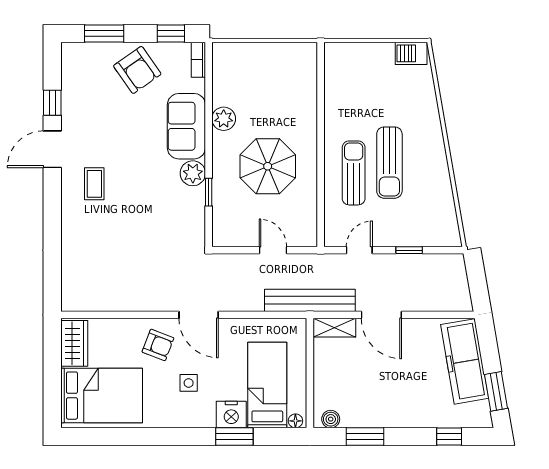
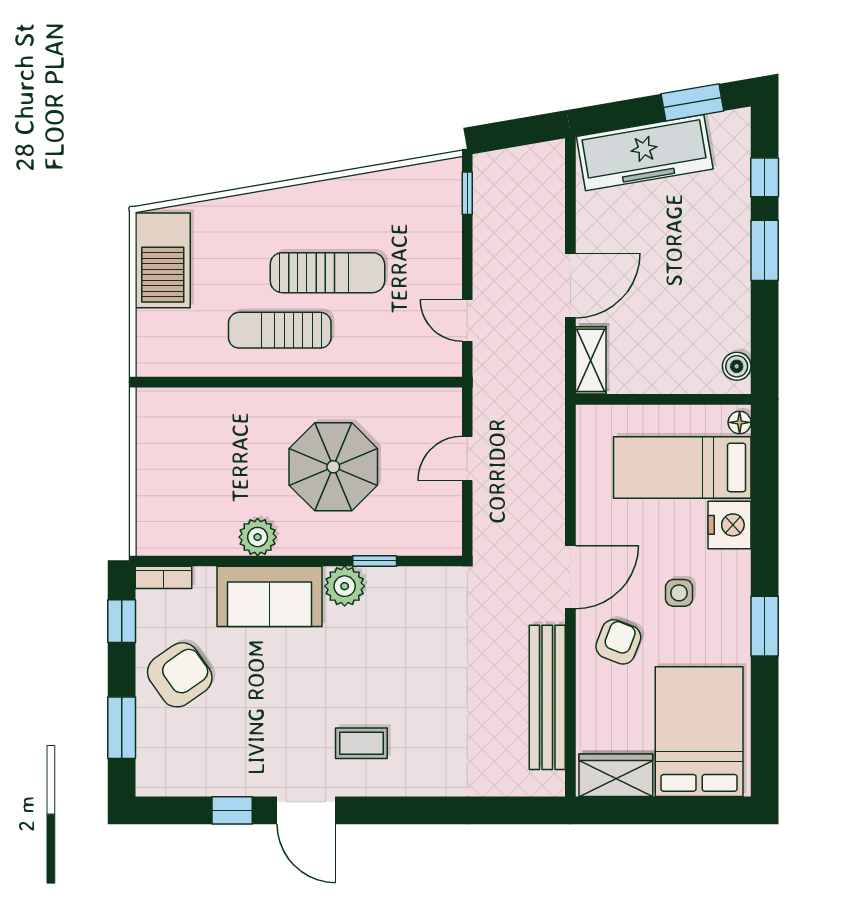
barbecue: (411, 53) -> (163, 260), width x1.88, depth x1.53
sun lounger: (354, 173) -> (280, 330), moved
window: (409, 250) -> (467, 193), moved
bench: (310, 300) -> (547, 697), moved
window: (234, 437) -> (765, 626), moved
window: (365, 437) -> (765, 250), moved

